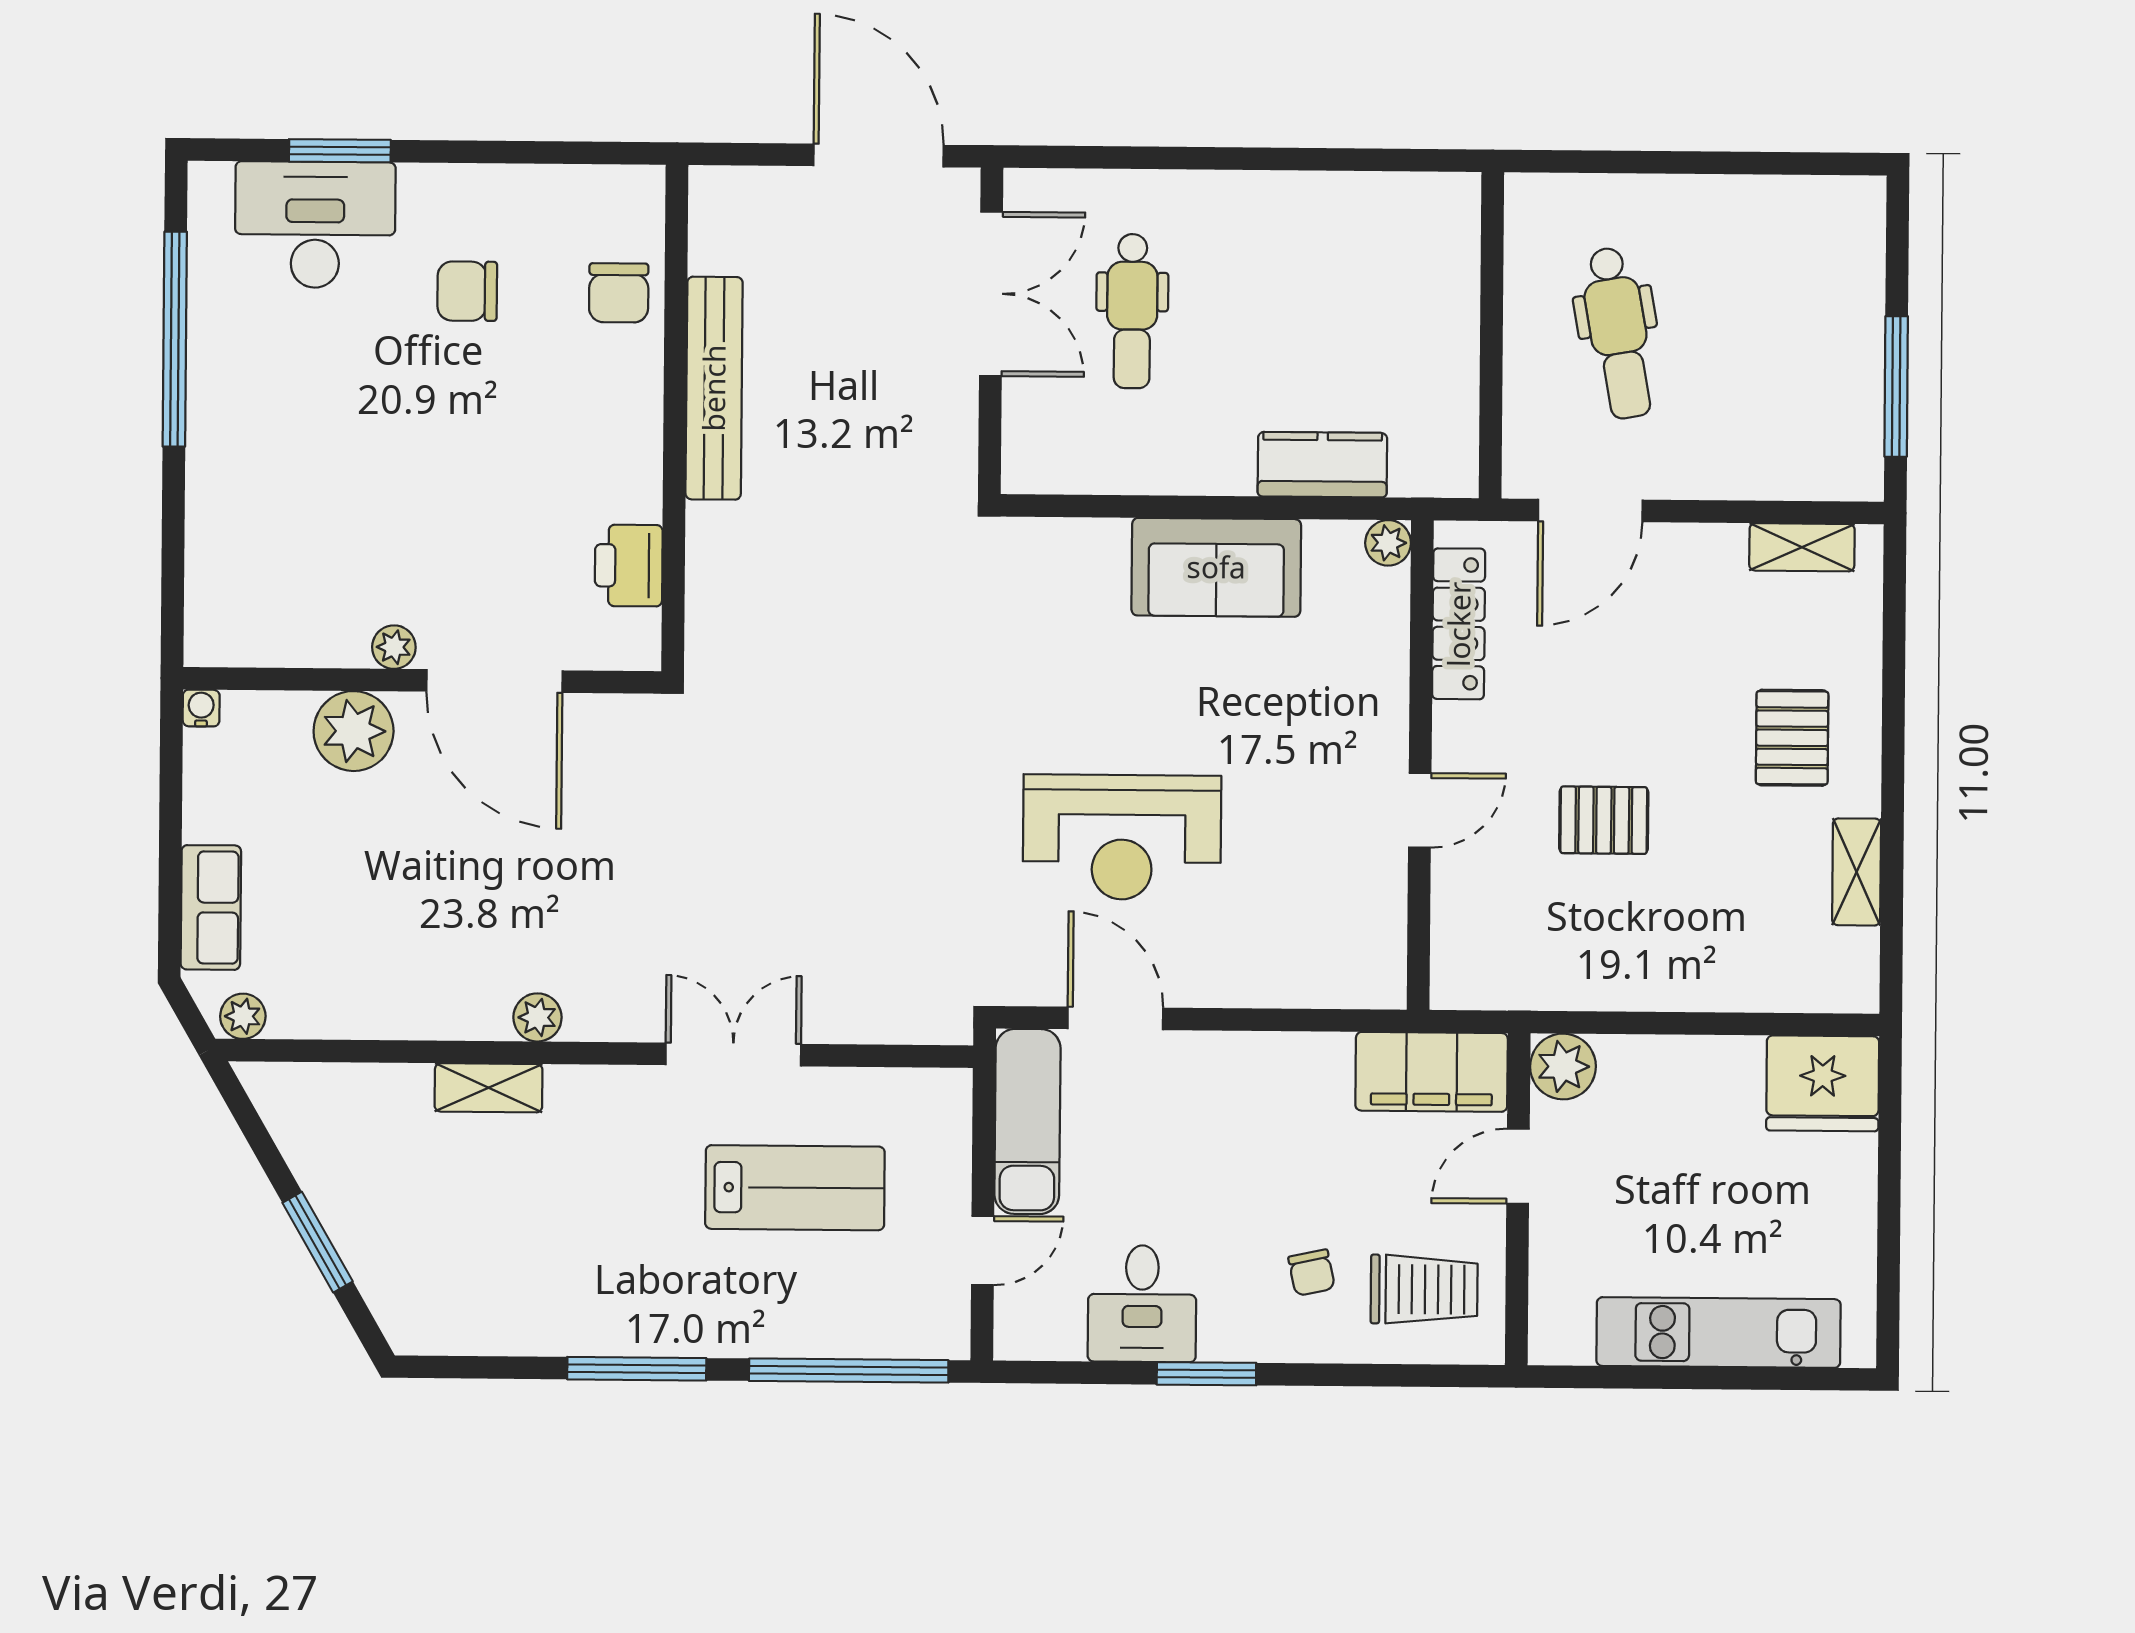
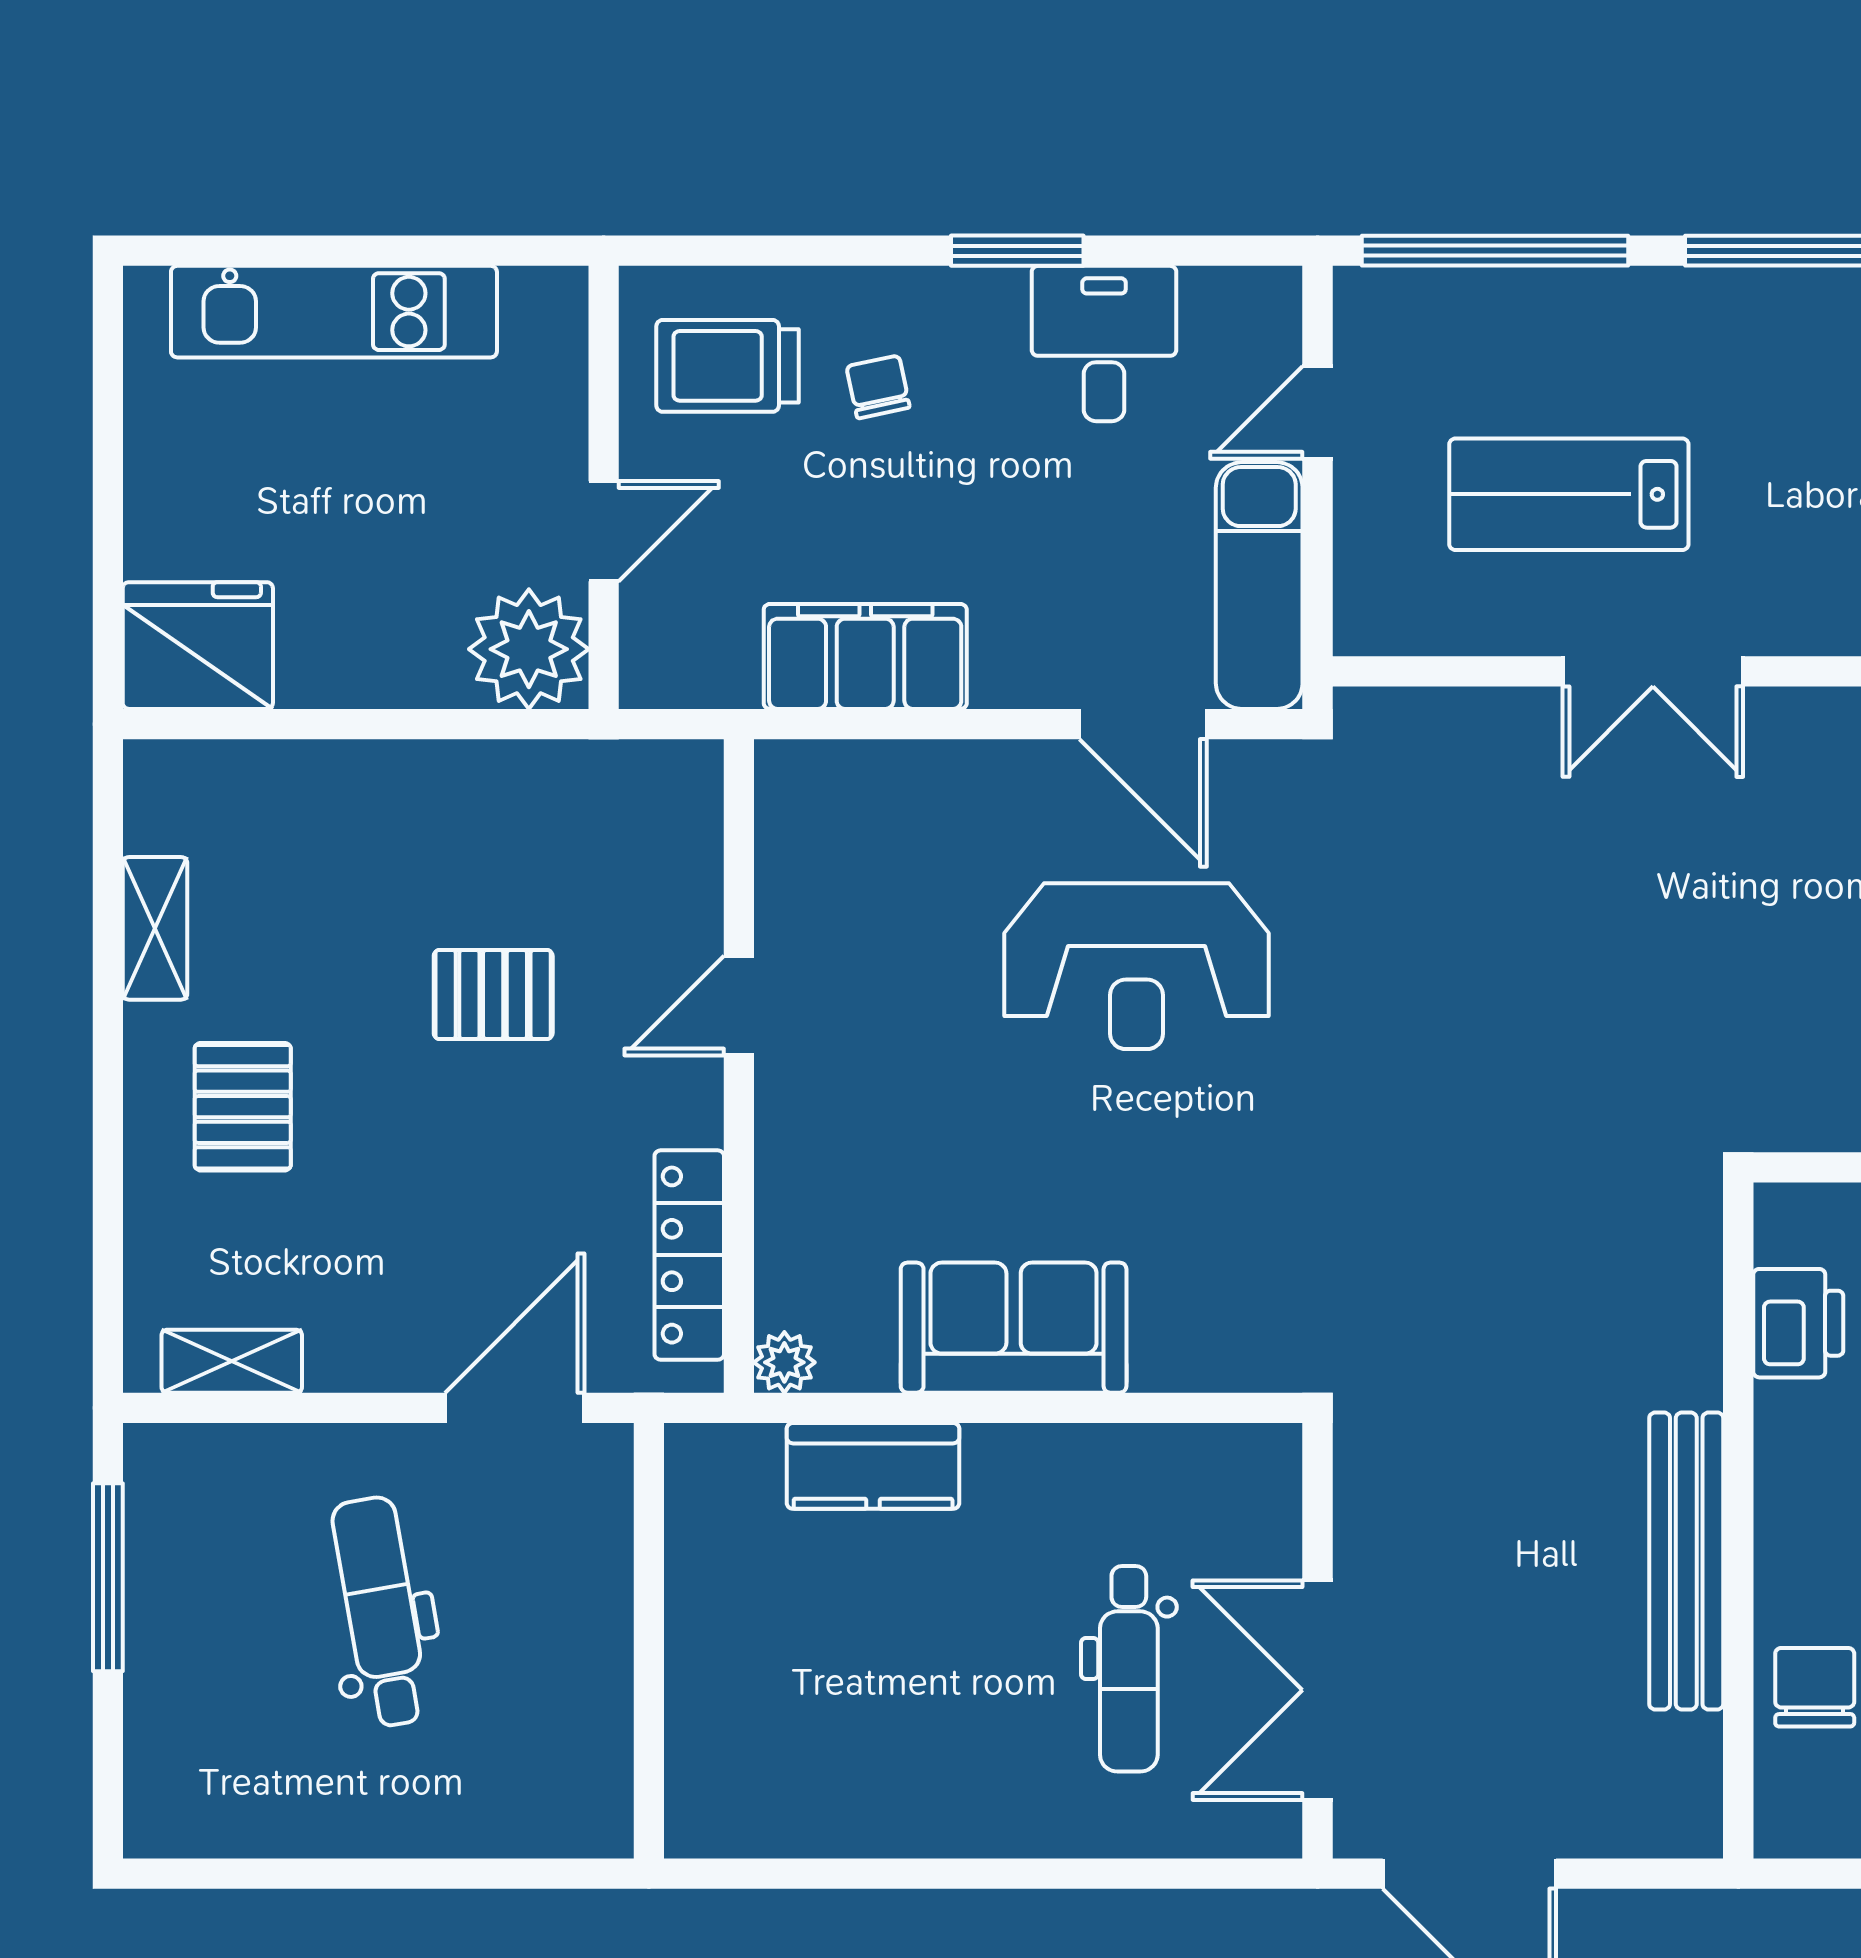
dental chair: (1132, 311) -> (1129, 1669), turned 180
dental chair: (1618, 333) -> (381, 1612), moved
reception desk: (1122, 837) -> (1136, 966), turned 180
plant: (1563, 1066) -> (529, 649), width x1.36, depth x1.36
filing cabinet: (1432, 1072) -> (865, 656), moved

